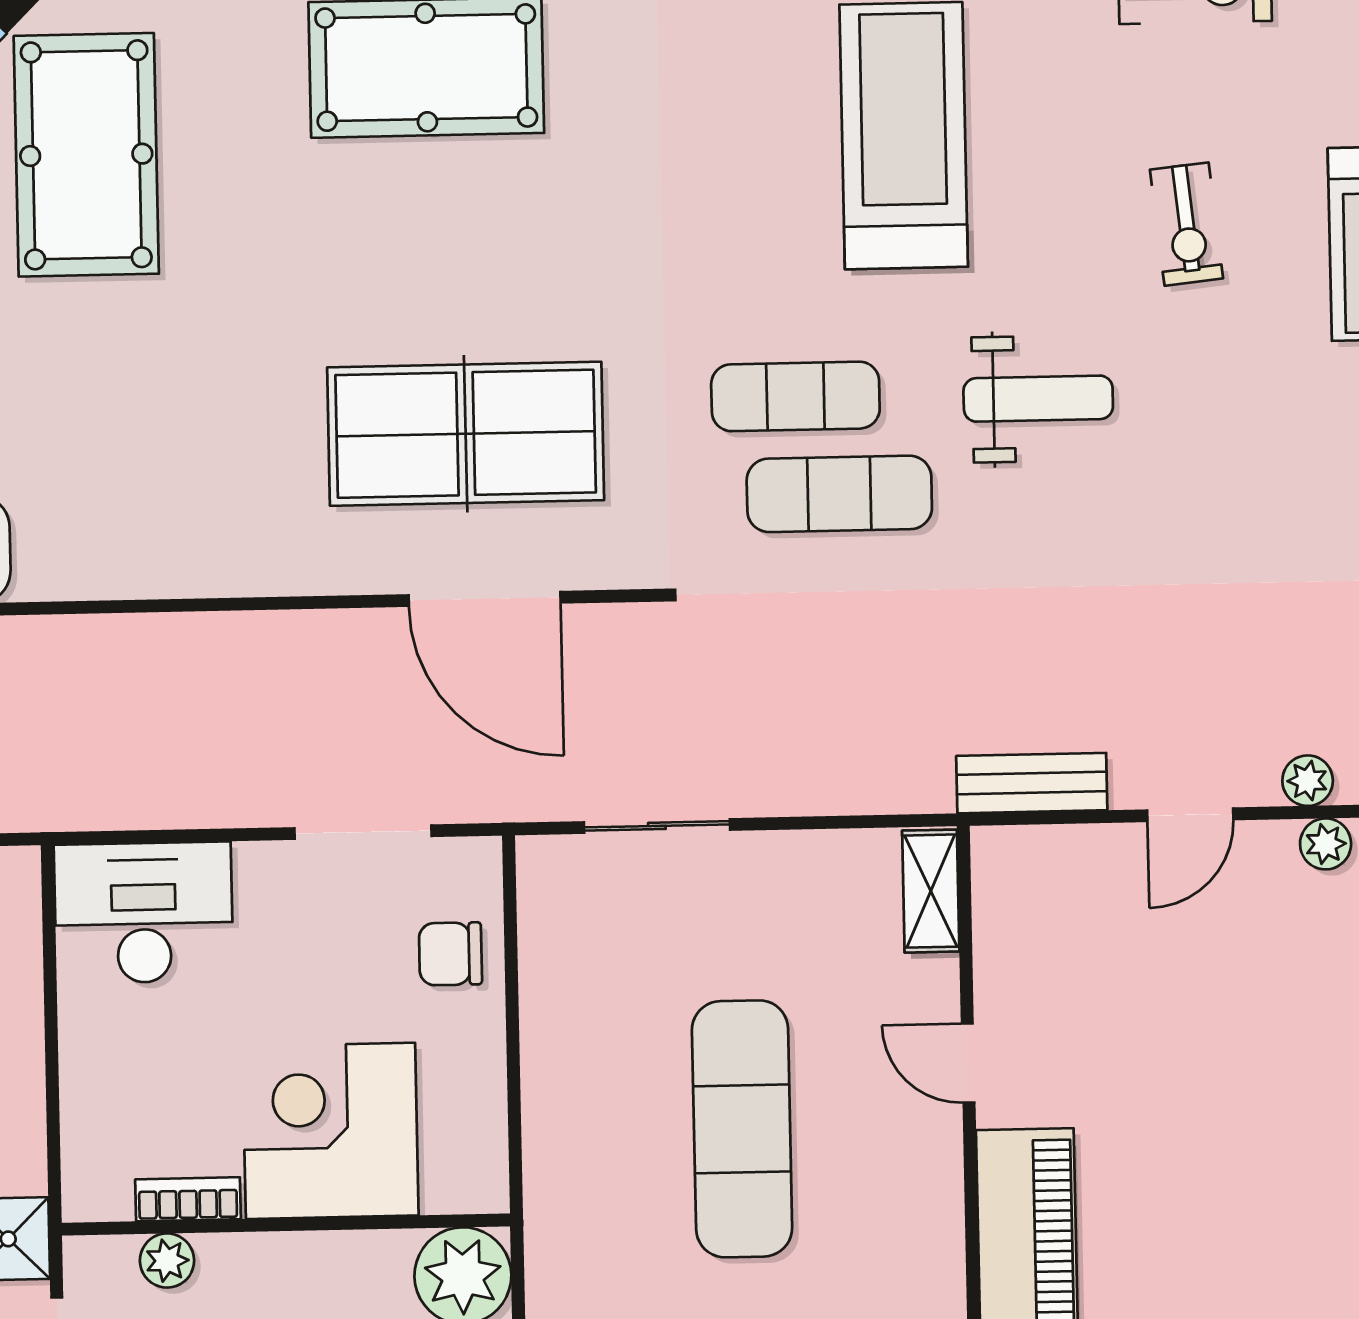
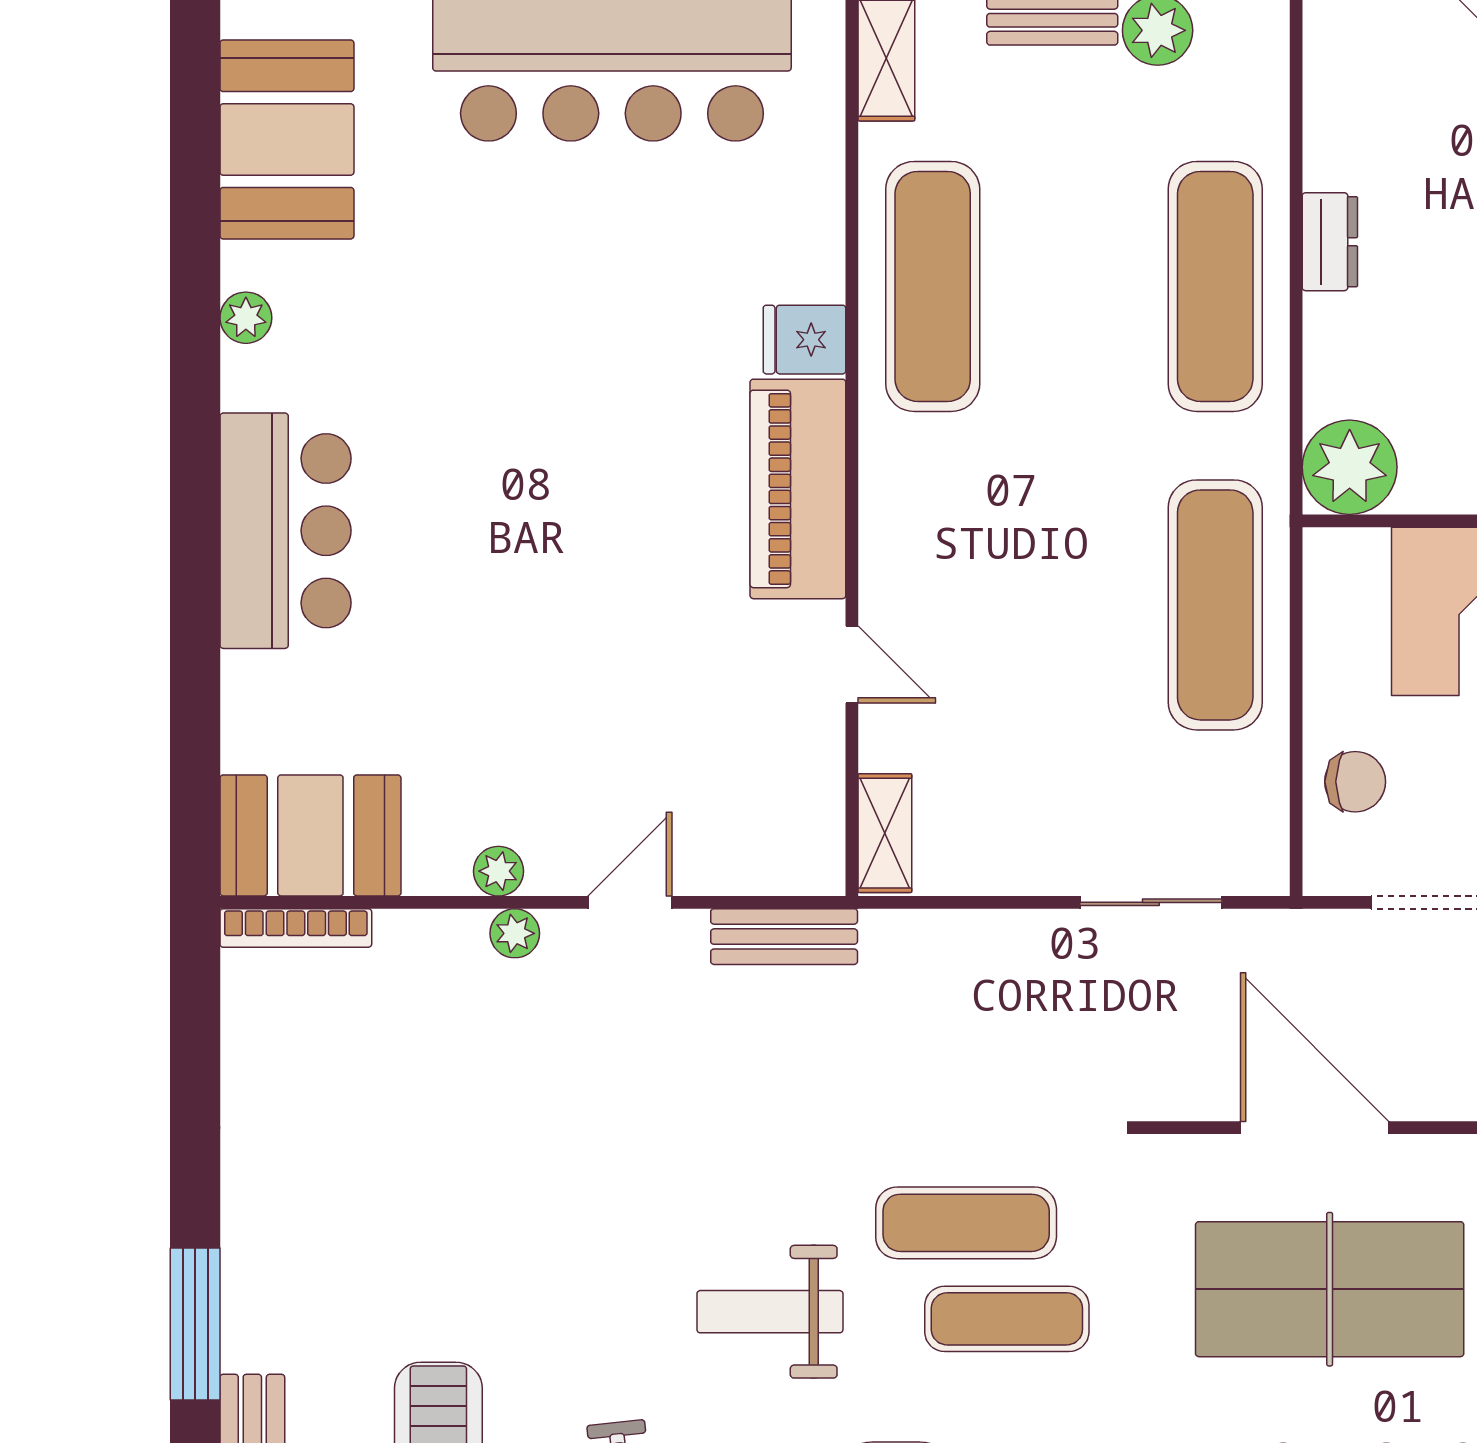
exercise mat: (742, 1129) -> (1215, 605), moved

